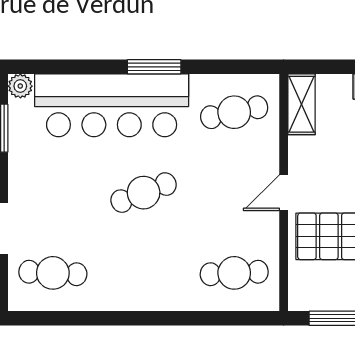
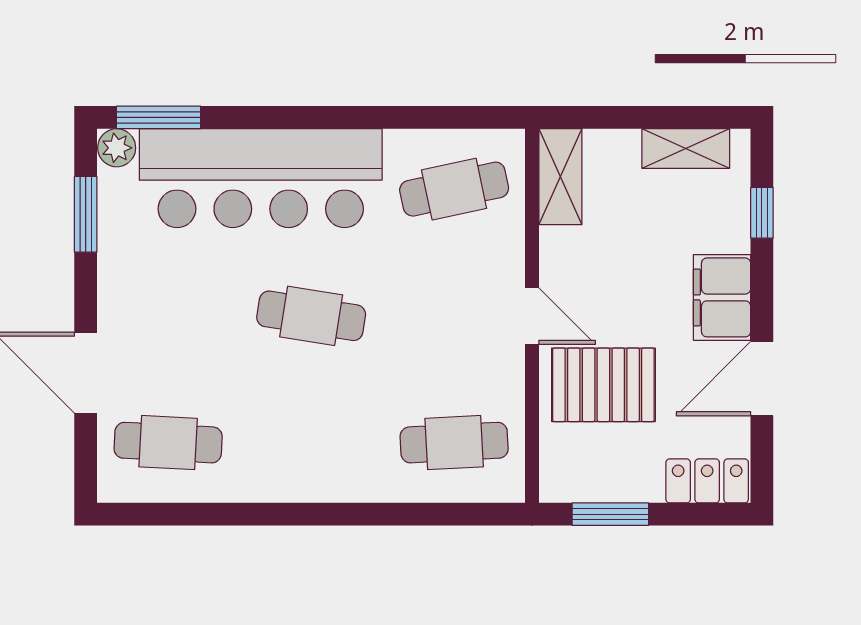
window: (154, 67) -> (159, 117), moved
cafe table: (144, 193) -> (311, 316), turned 30
door: (284, 193) -> (532, 316), swing flipped

